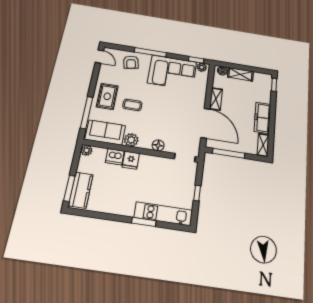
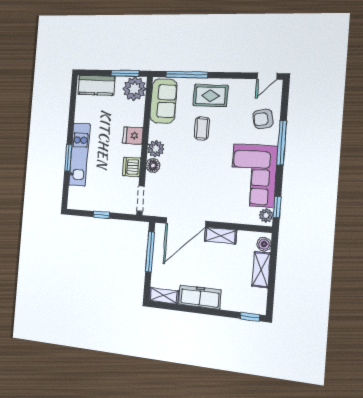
plant: (131, 140) -> (156, 149), moved
plant: (87, 150) -> (134, 89), width x1.87, depth x1.87
dishwasher: (115, 157) -> (132, 167), moved
window: (69, 188) -> (125, 73), moved
kitchen unit: (163, 214) -> (79, 154), moved

